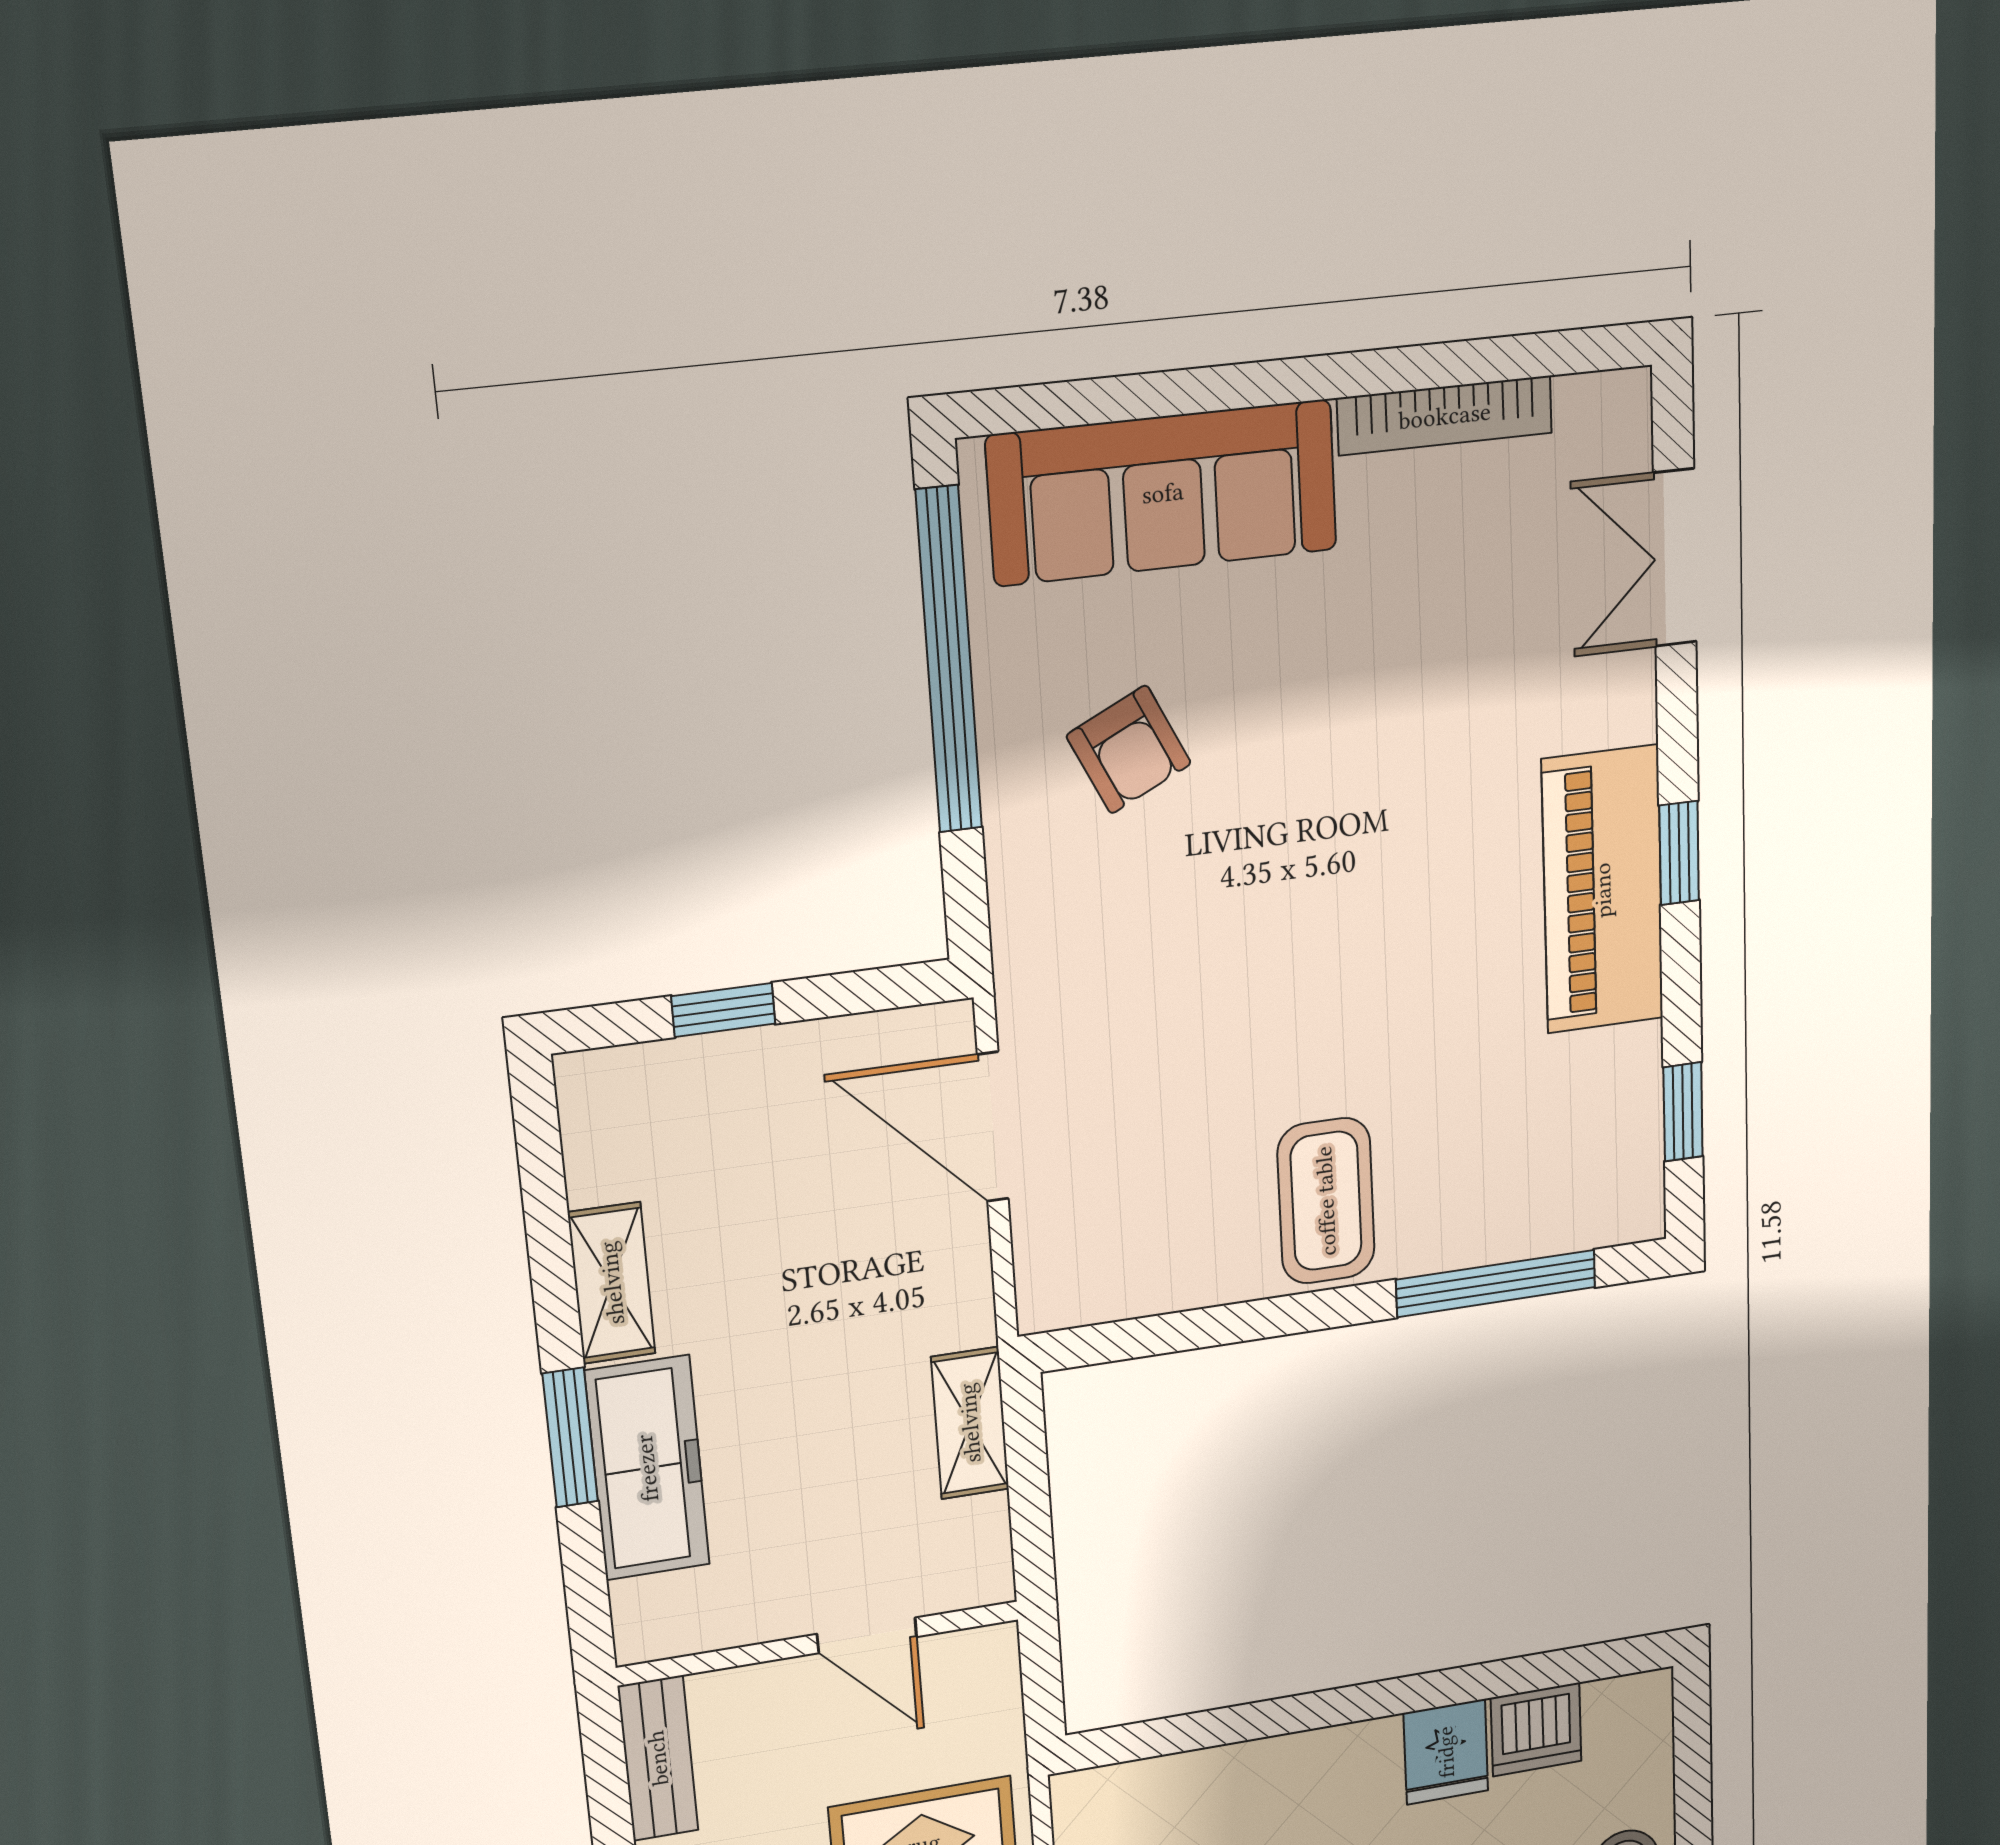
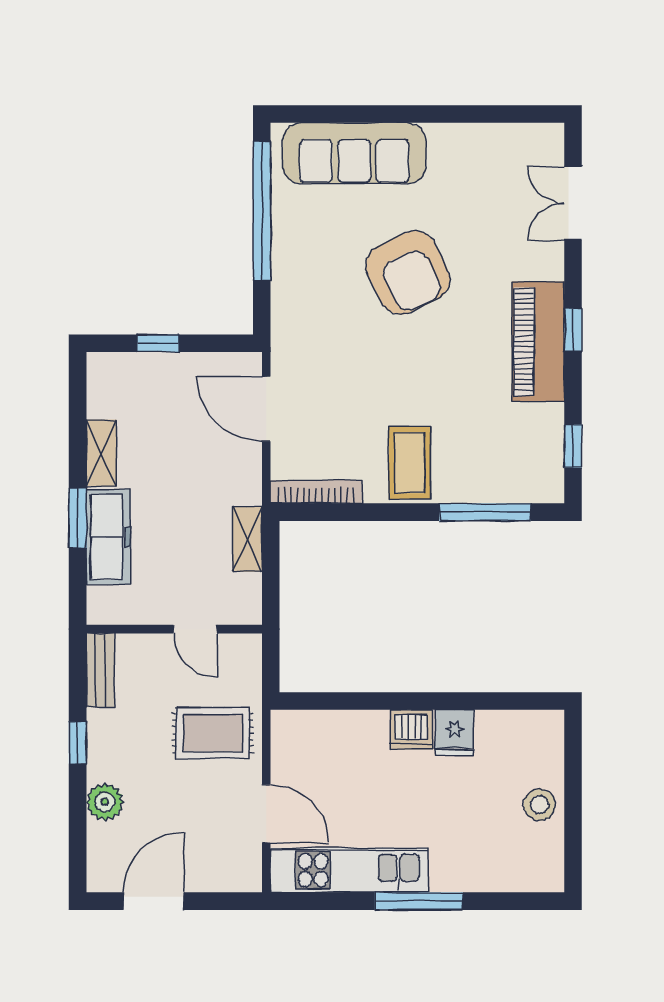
bookcase: (1445, 416) -> (316, 492), moved, turned 180
armchair: (1129, 750) -> (408, 273), moved, width x1.88, depth x1.88
dishwasher: (1536, 1729) -> (411, 730), moved

